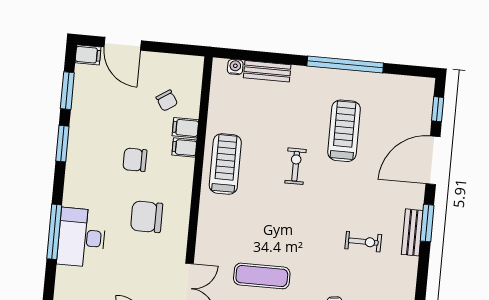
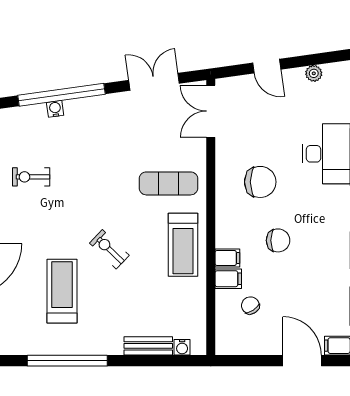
treadmill: (344, 131) -> (62, 291), turned 180
exercise bike: (296, 166) -> (109, 249), turned 134
exercise mat: (262, 276) -> (168, 183), moved

